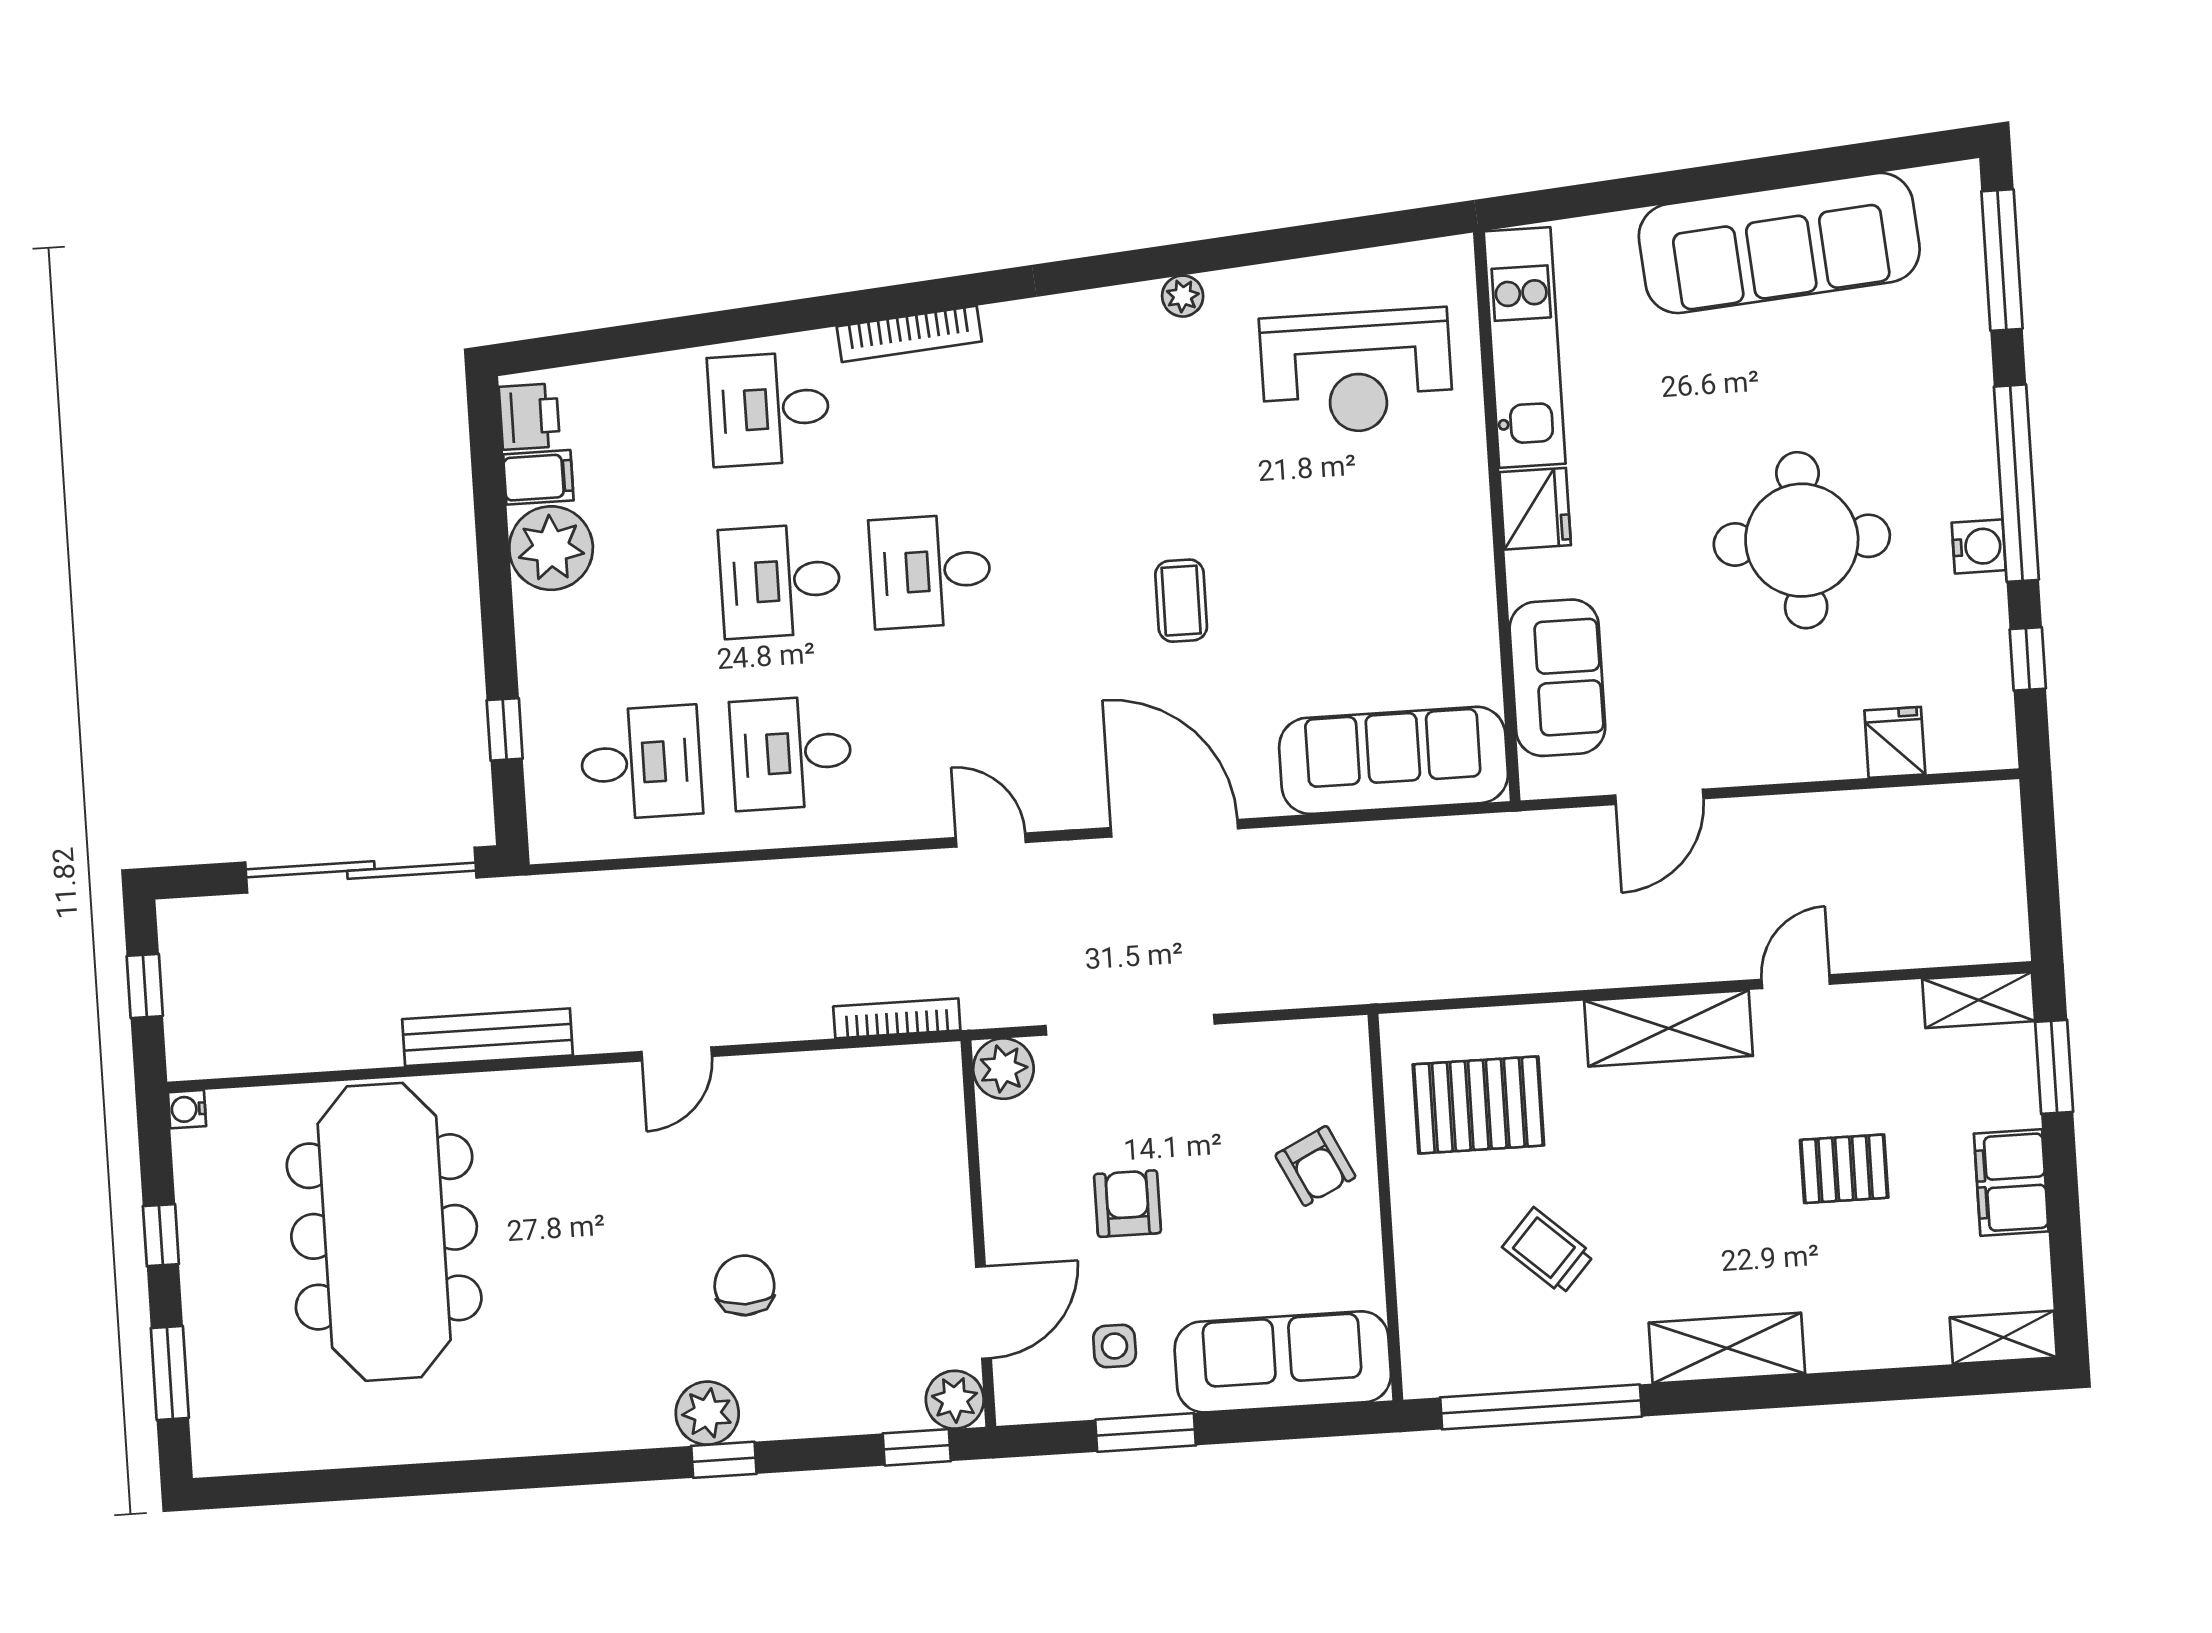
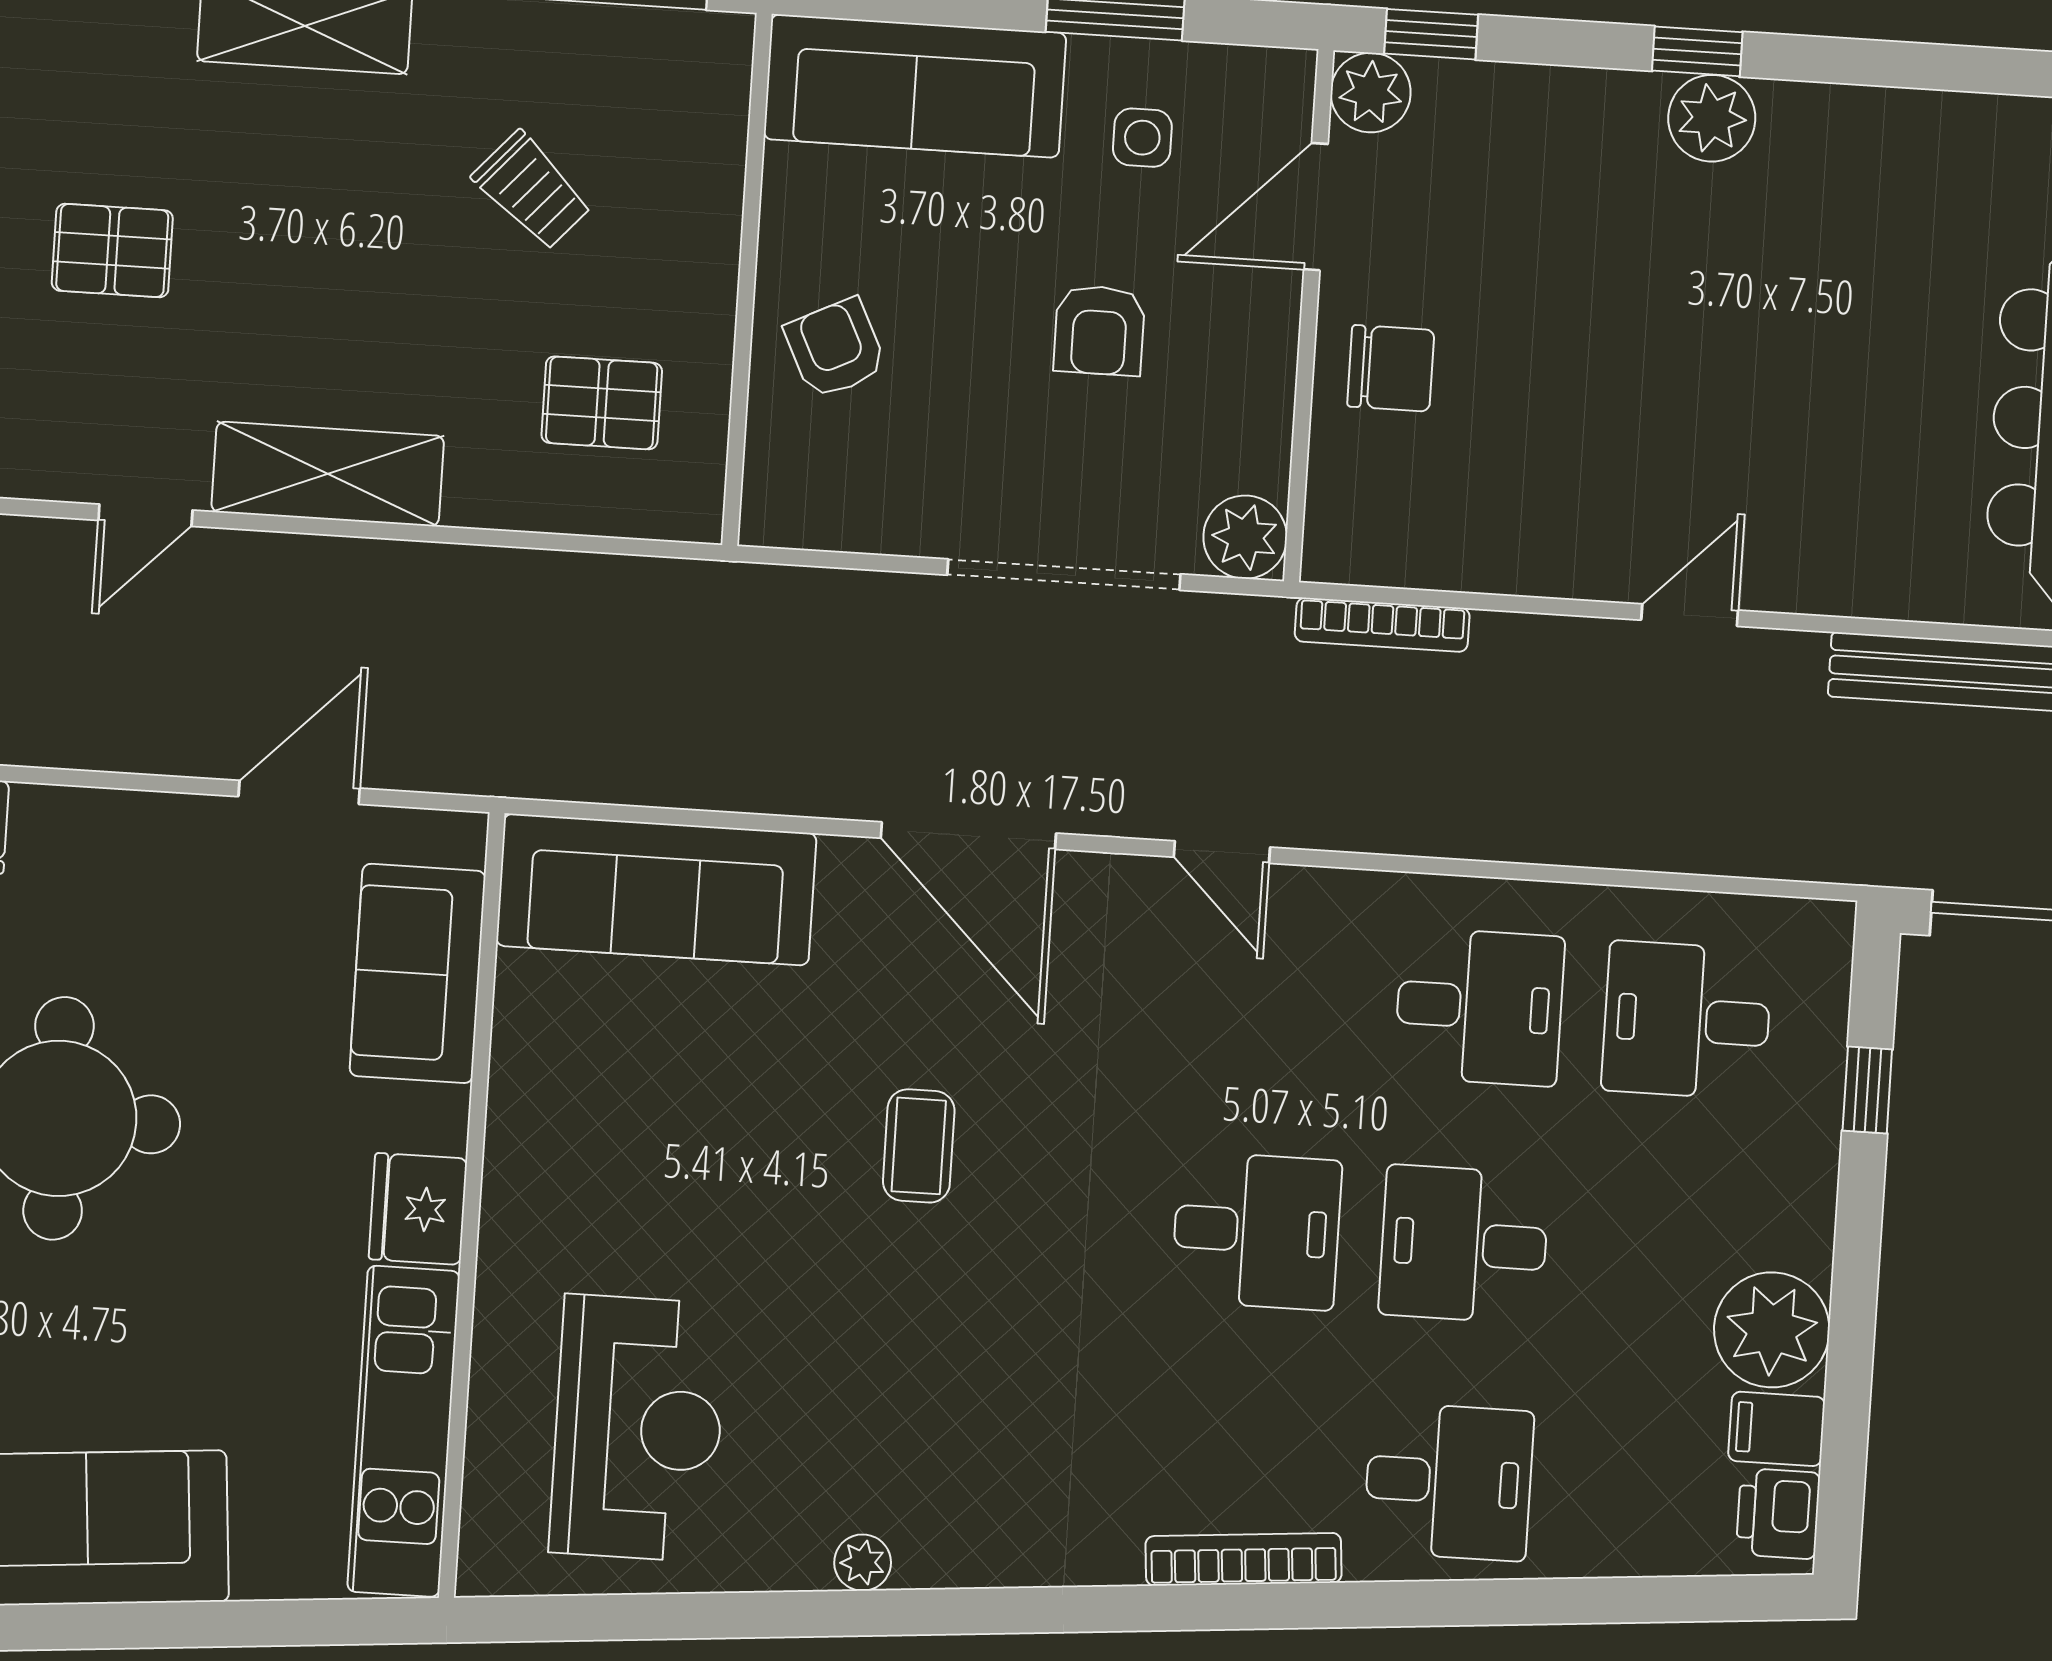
reception desk: (1356, 372) -> (638, 1428), turned 90
desk: (780, 581) -> (1464, 1244), turned 180
pallet: (1478, 1105) -> (602, 403), width x0.67, depth x0.71
chair: (744, 1285) -> (1391, 368), moved, turned -90

